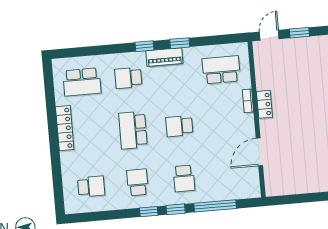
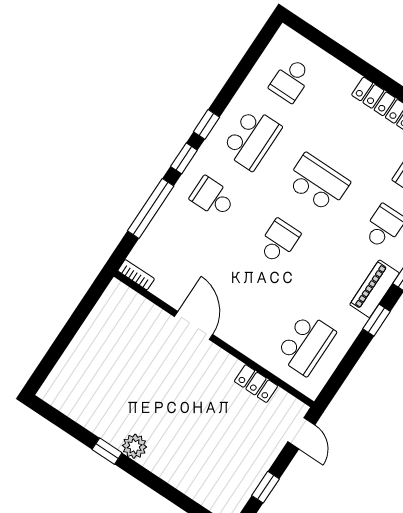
window: (299, 33) -> (265, 487), moved
bookcase: (248, 101) -> (136, 275), moved
locker: (264, 104) -> (256, 384), moved
door: (259, 152) -> (194, 326), moved
school desk: (138, 182) -> (252, 139), width x1.85

